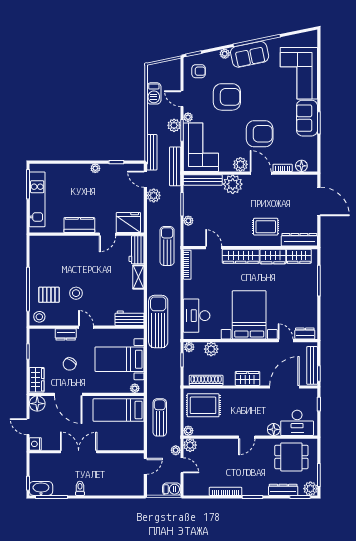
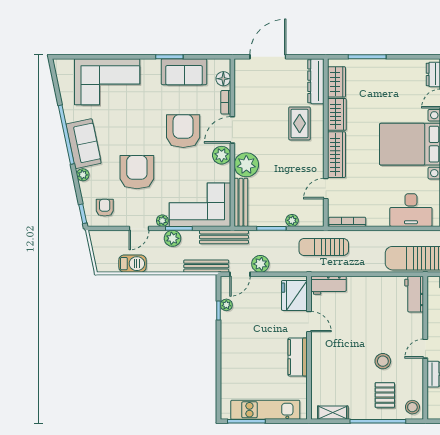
sofa: (307, 118) -> (184, 72), moved
plant: (95, 168) -> (226, 305), moved
shelving: (138, 277) -> (333, 413), moved

